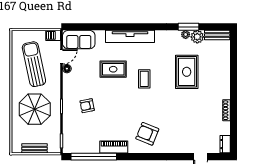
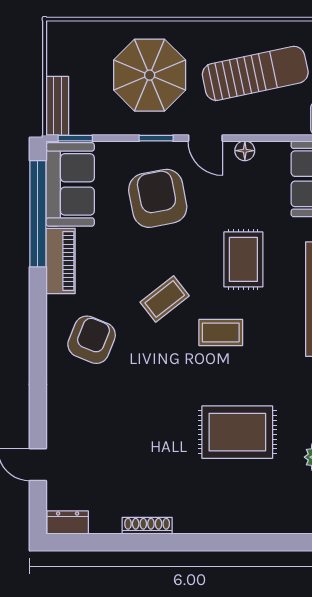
door: (62, 57) -> (205, 138), moved
coffee table: (130, 103) -> (165, 299), added
armchair: (87, 106) -> (158, 198), width x1.88, depth x1.88
sofa: (81, 143) -> (70, 184), added
bench: (35, 148) -> (57, 106), moved

